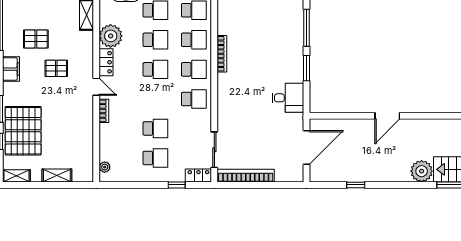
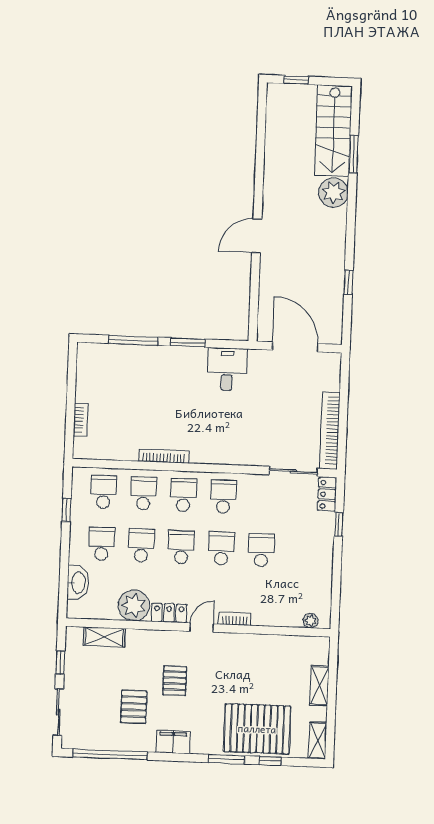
door: (387, 116) -> (257, 236), swing flipped
school desk: (155, 158) -> (221, 548), moved

